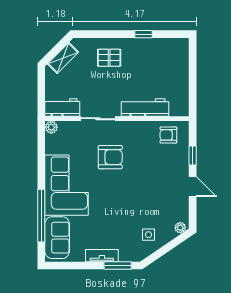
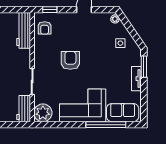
workbench: (145, 108) -> (24, 30), moved
plant: (51, 127) -> (43, 113), width x1.87, depth x1.87
window: (193, 155) -> (50, 10), moved
armchair: (110, 157) -> (70, 60), moved

